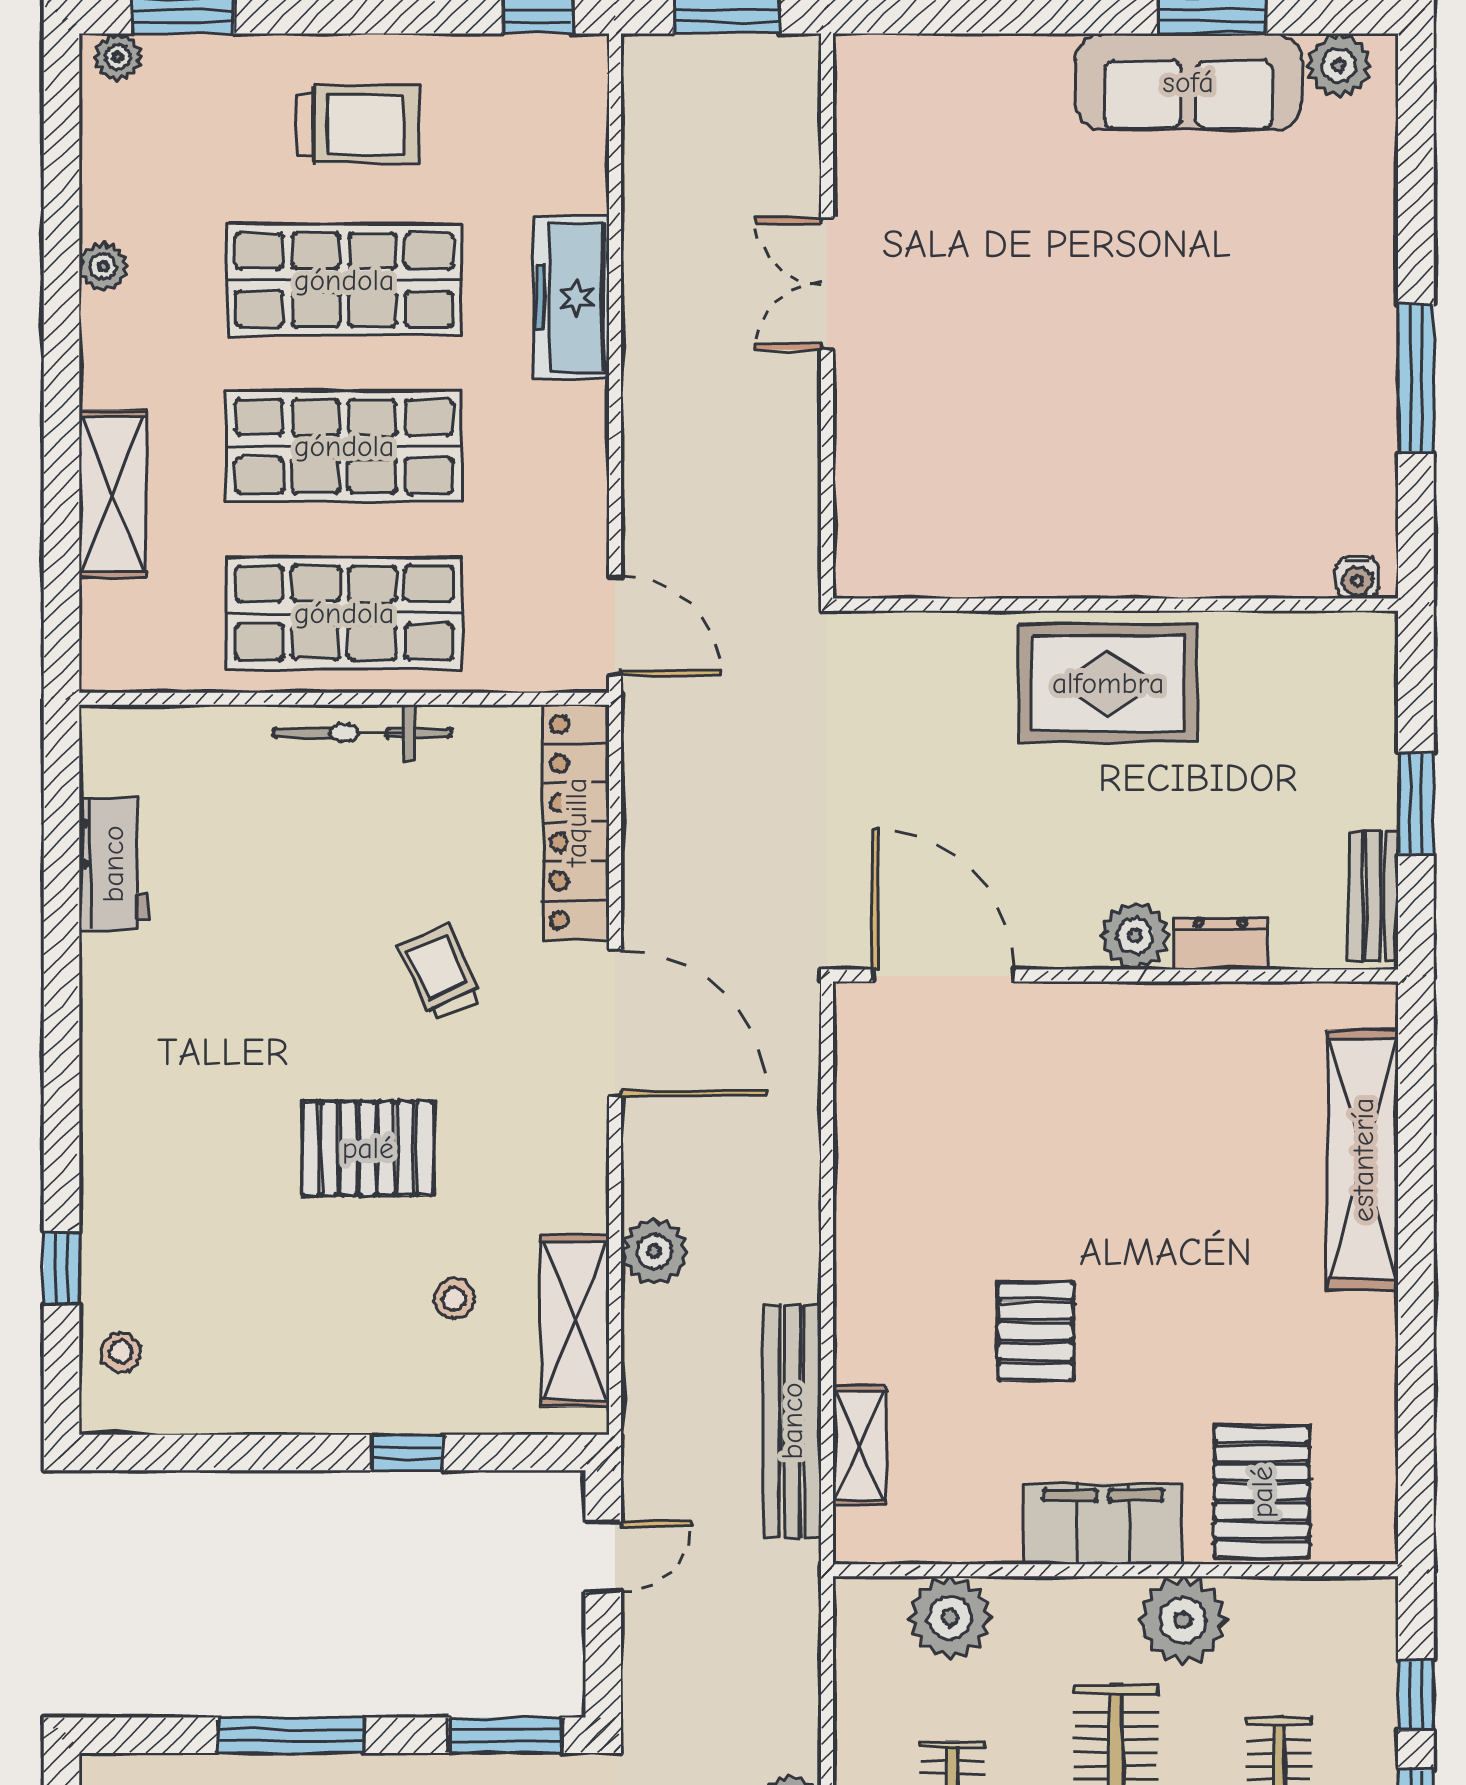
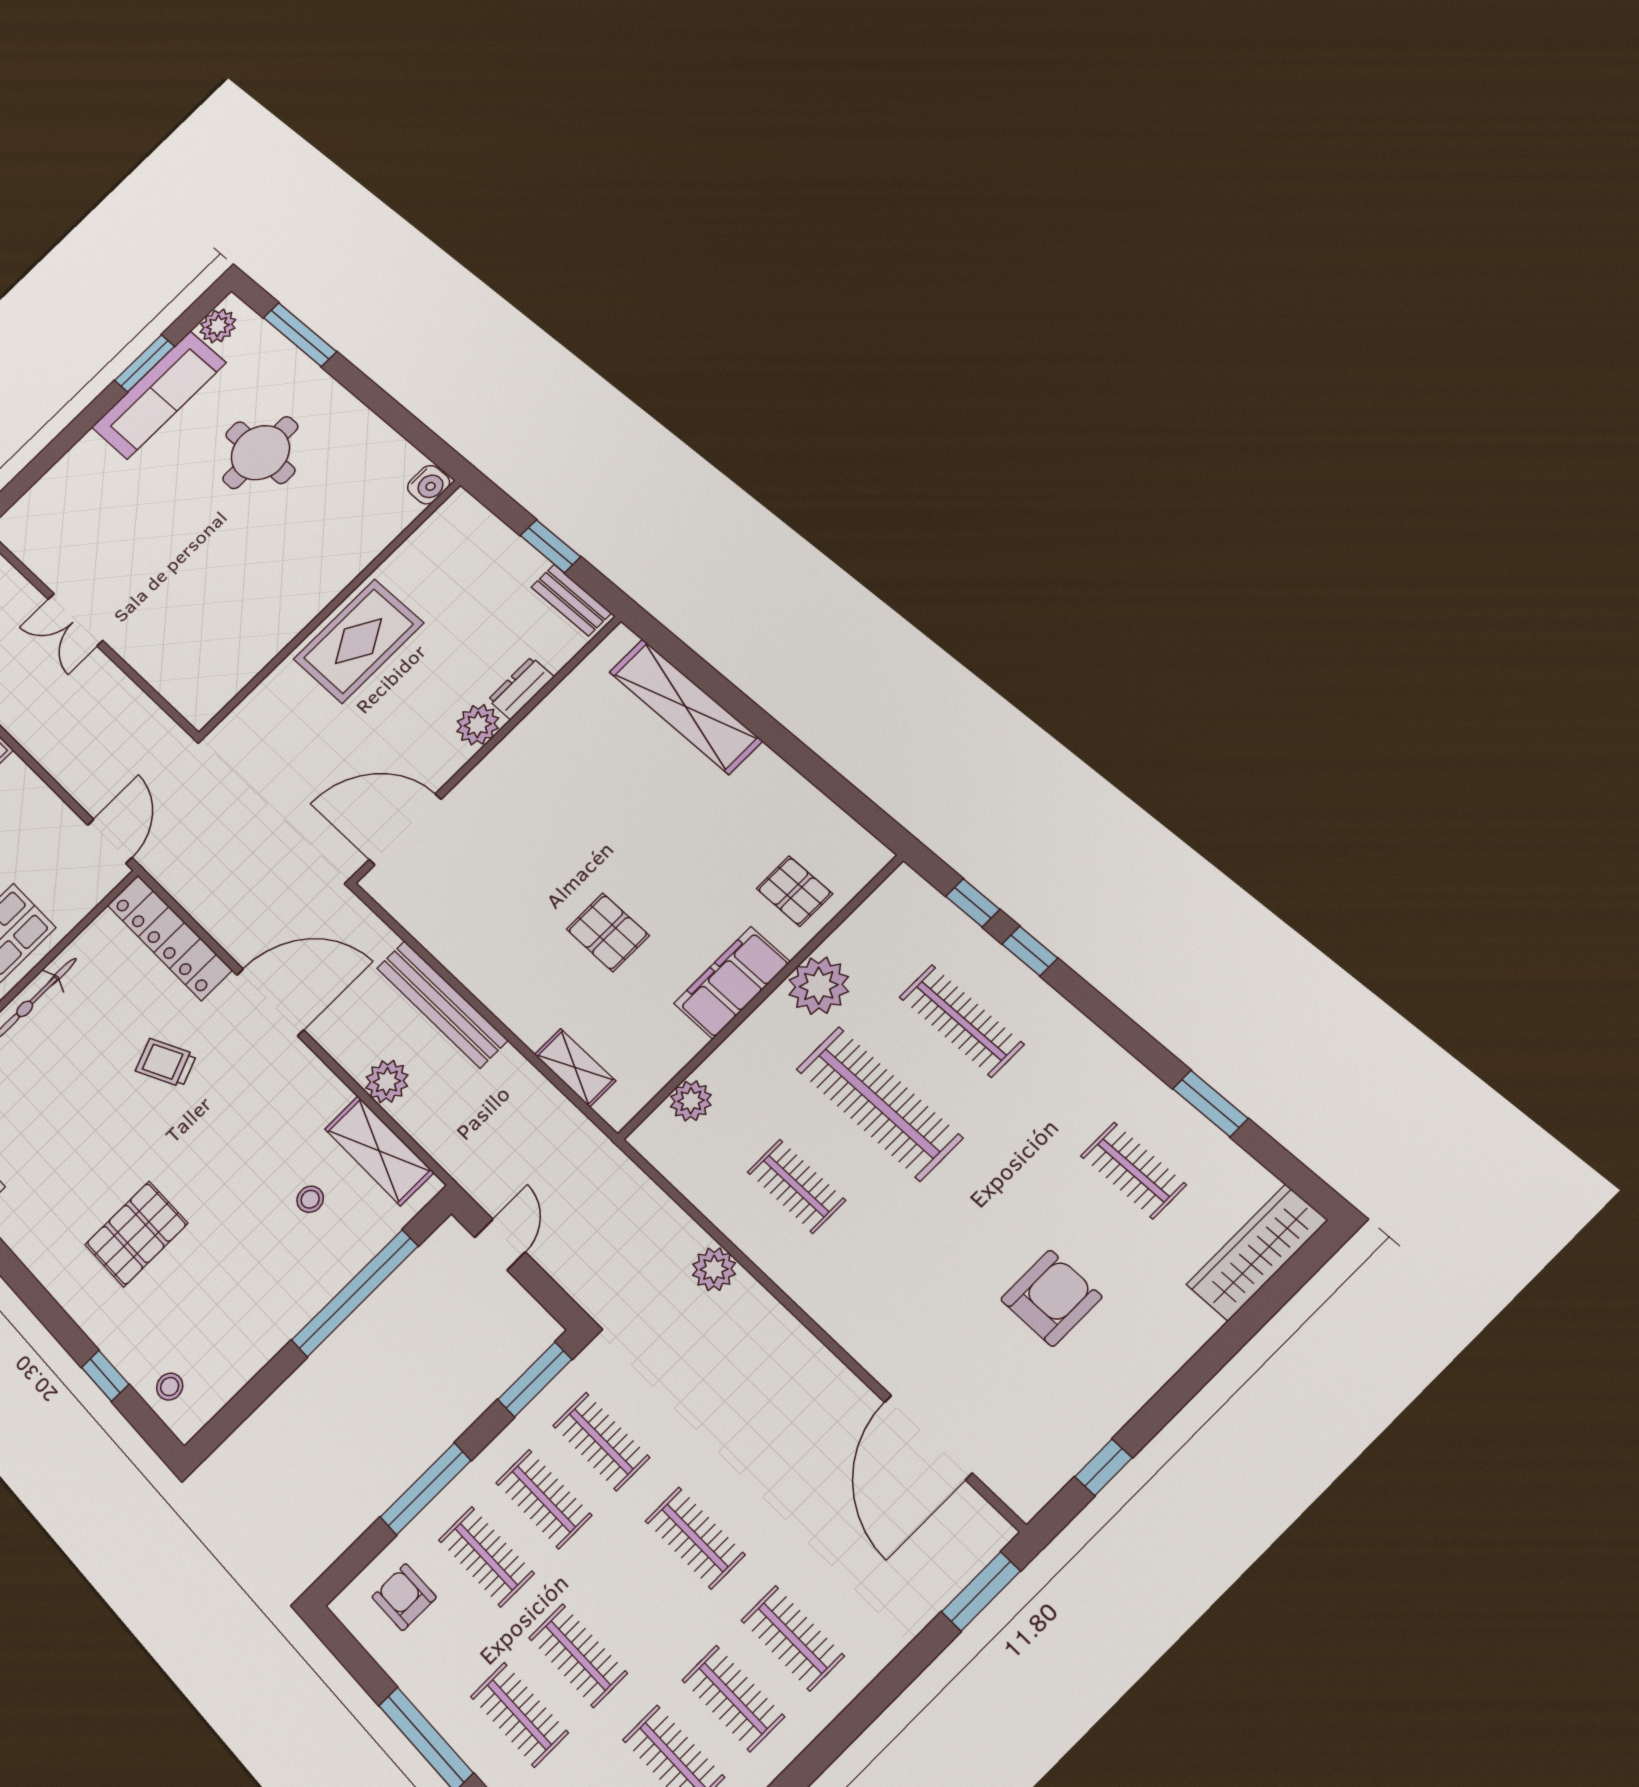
round table: (1228, 303) -> (260, 453), added
window: (1416, 379) -> (300, 335), moved
water cooler: (1358, 578) -> (429, 485), width x1.38, depth x1.38
door: (615, 625) -> (110, 841), hinge flipped
pallet: (368, 1148) -> (136, 1234), moved
bench: (792, 1421) -> (442, 1004), moved
window: (407, 1453) -> (355, 1293), width x3.17
pallet: (1262, 1492) -> (794, 891), width x0.67, depth x0.71
plant: (950, 1618) -> (691, 1101), width x0.73, depth x0.73

